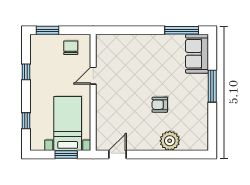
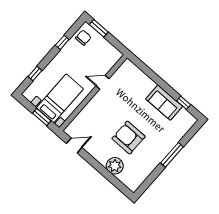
window: (182, 30) -> (184, 103), width x0.46
chair: (71, 48) -> (83, 38), moved
sofa: (197, 54) -> (164, 103), moved, turned -90
armchair: (160, 105) -> (129, 137), width x1.88, depth x1.88

